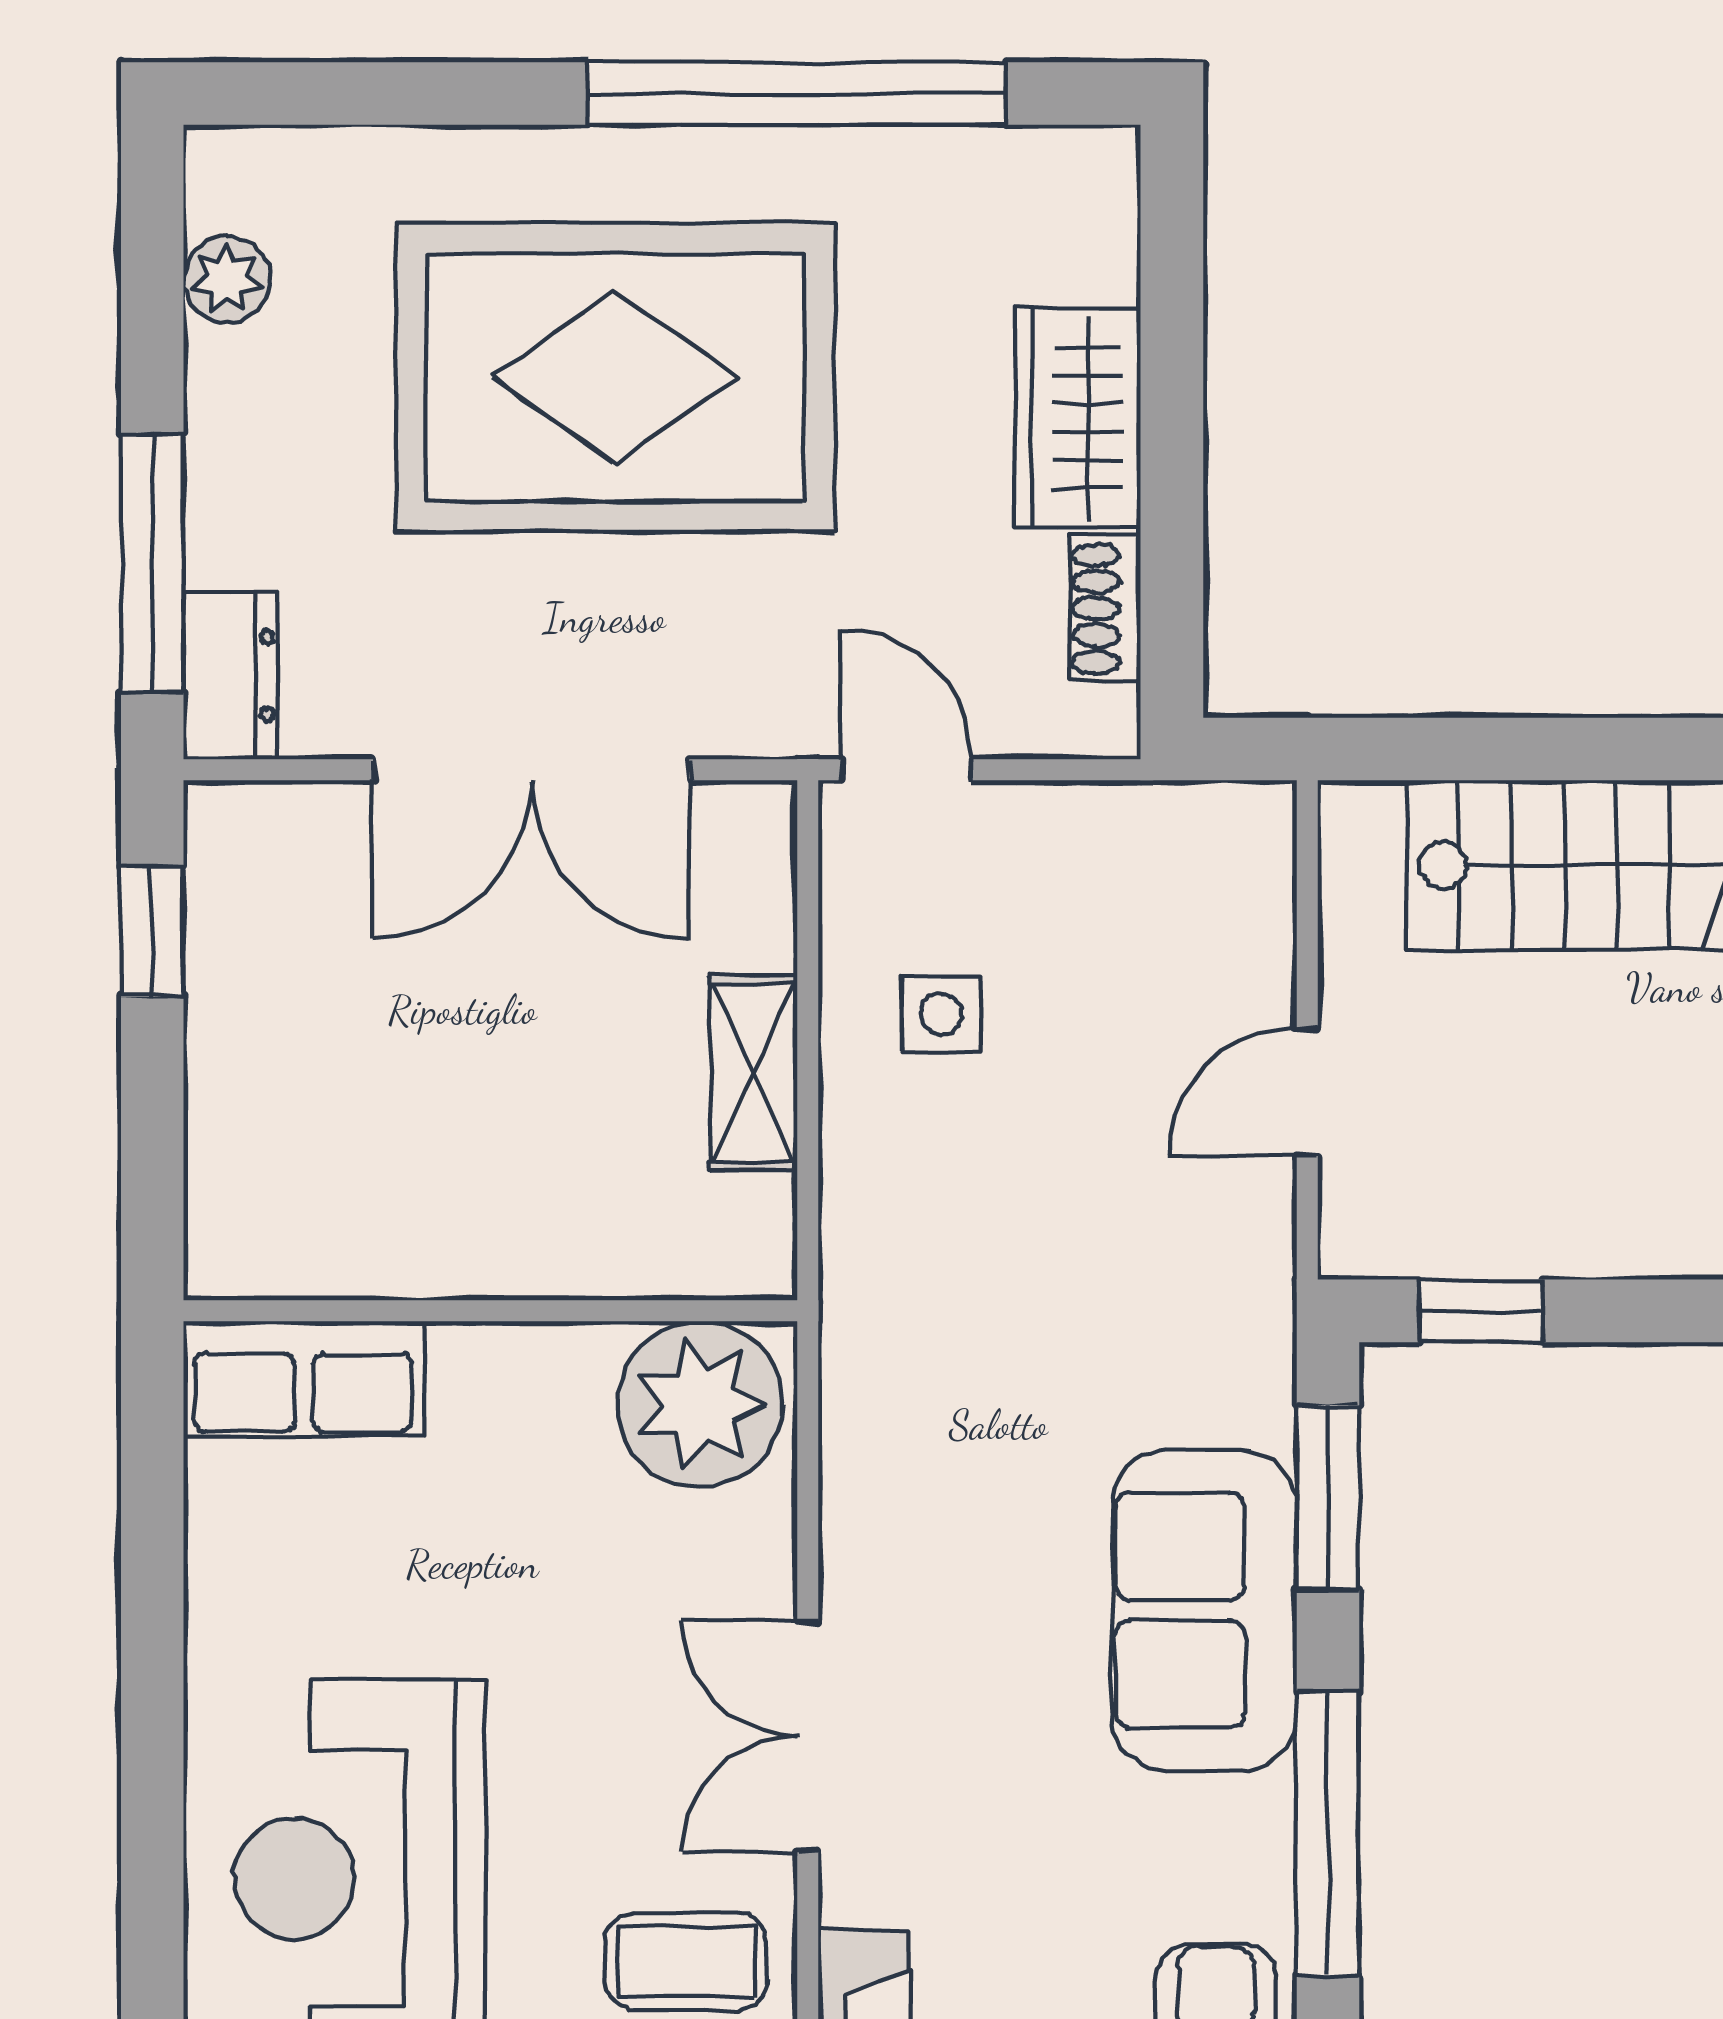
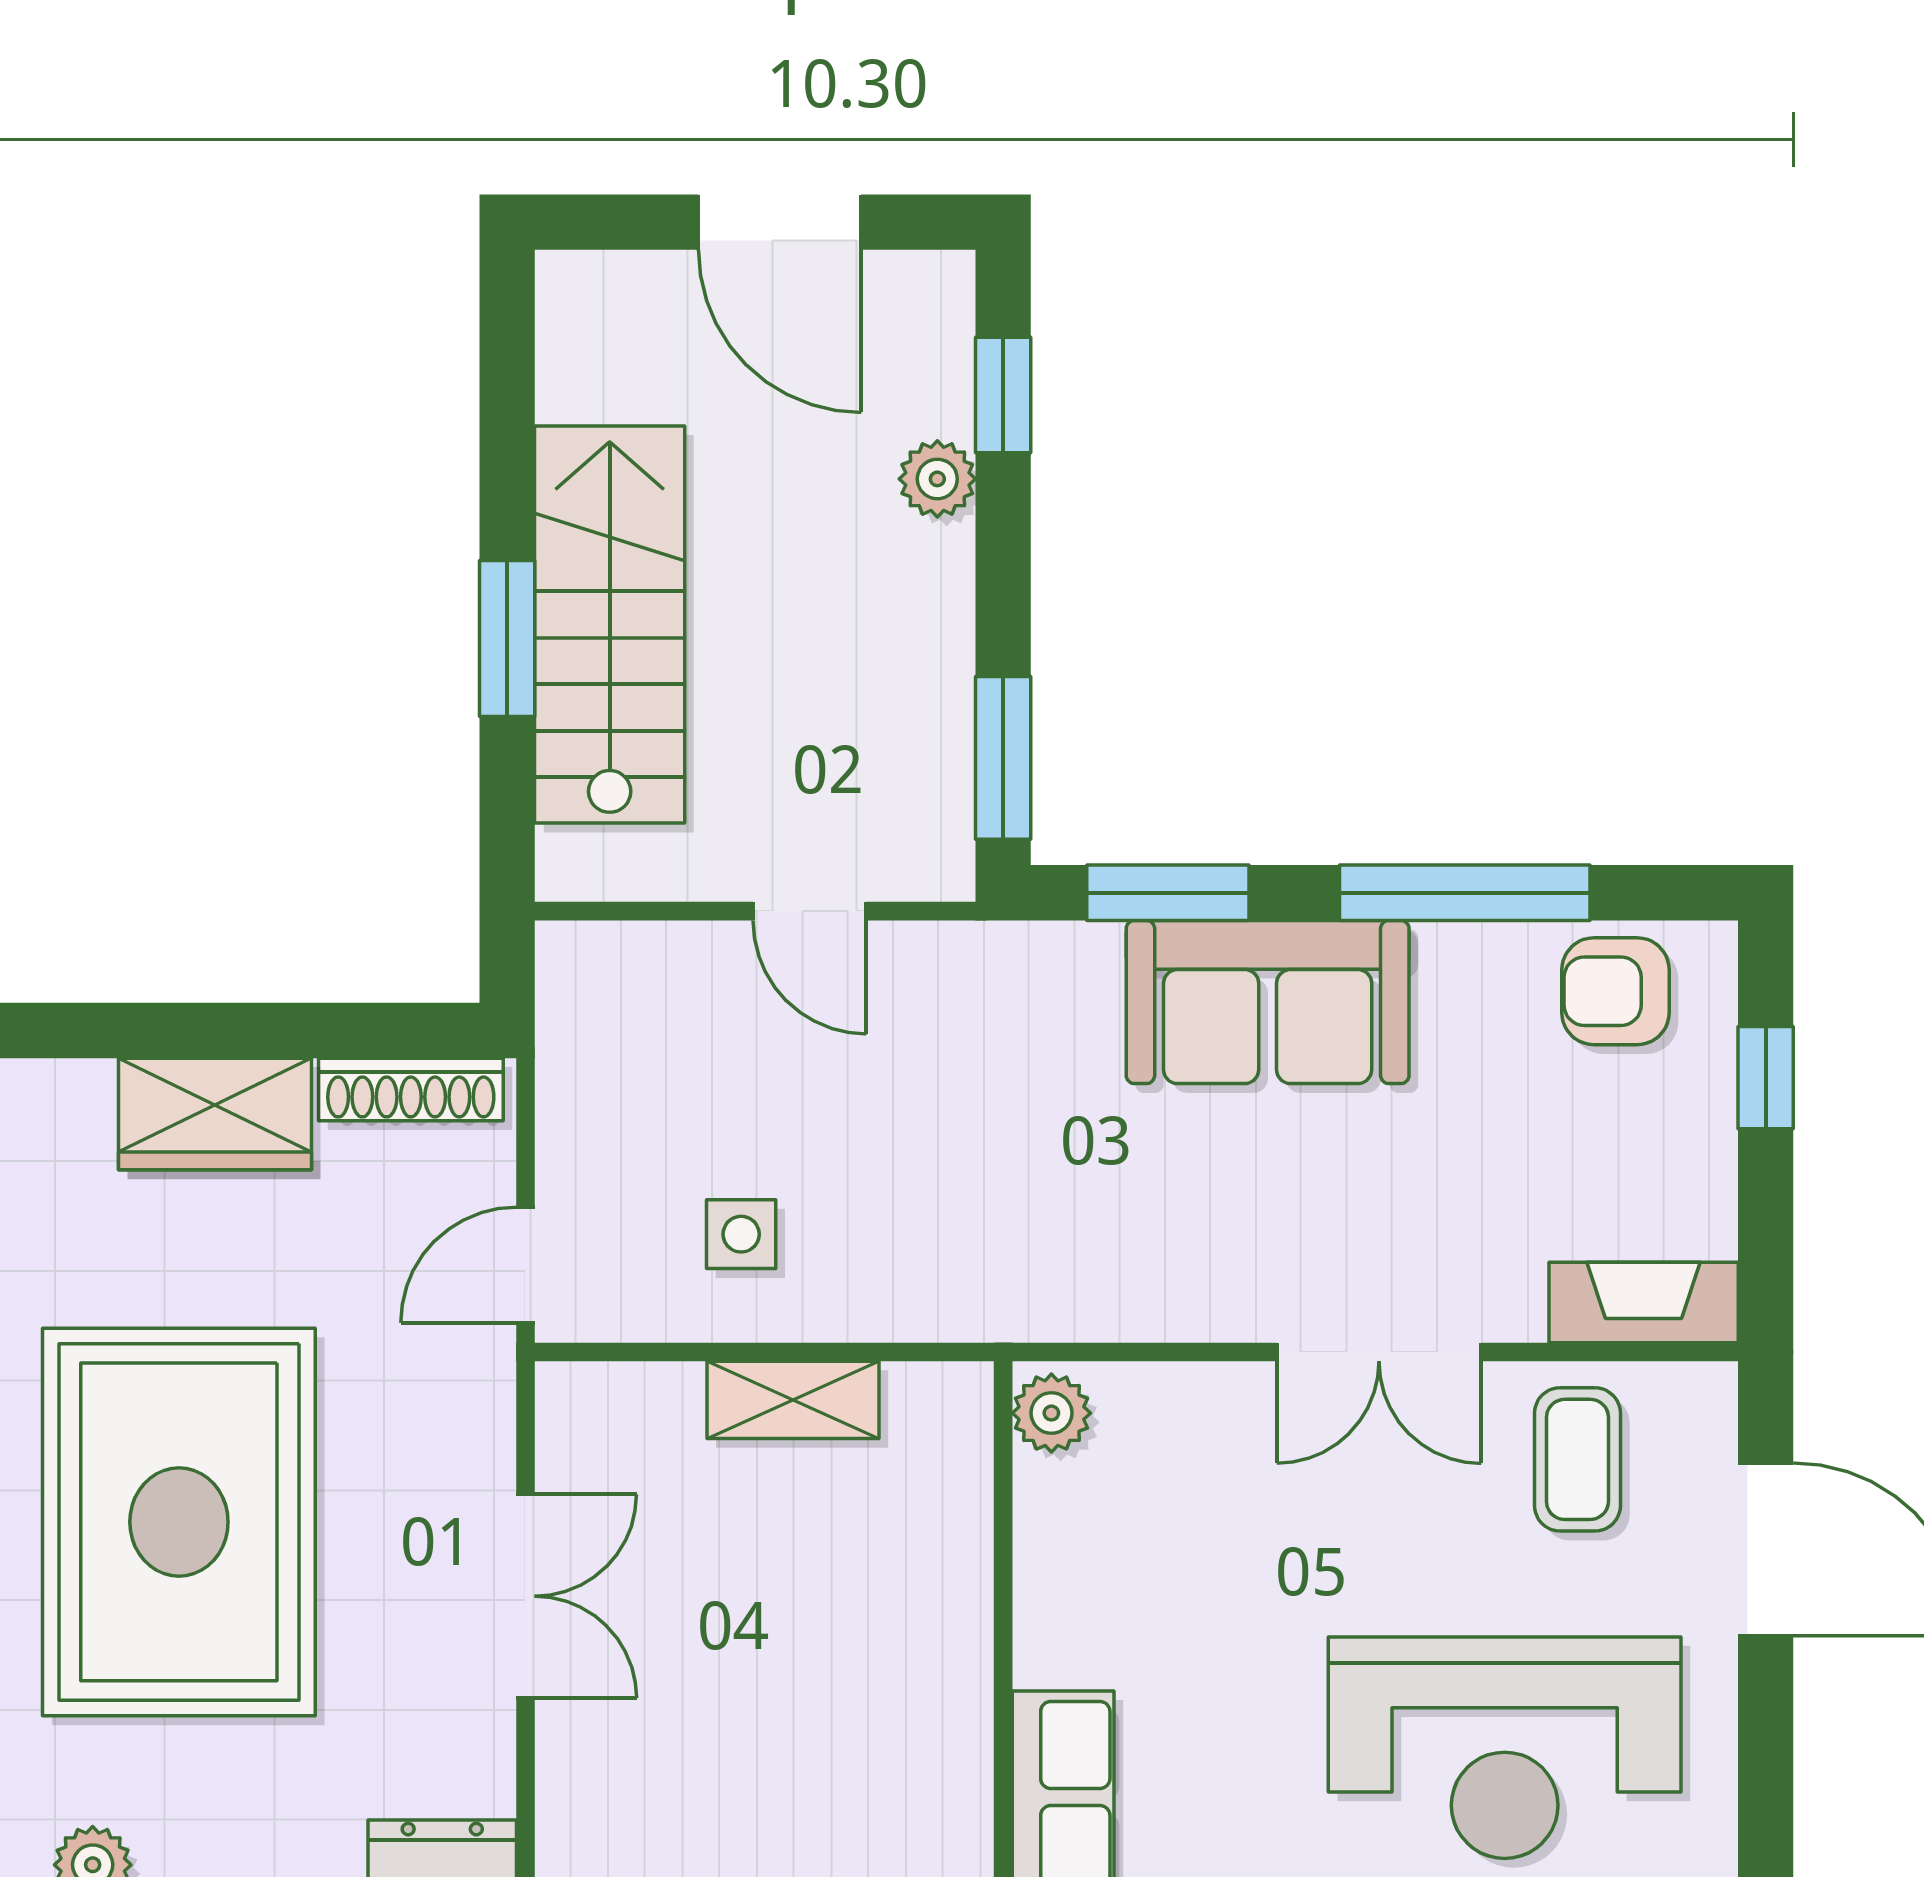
shoe rack: (1105, 609) -> (411, 1089), width x1.43
window: (1616, 749) -> (507, 638), added
double door: (531, 770) -> (525, 1596), width x0.73
window: (1481, 1311) -> (1003, 758), width x1.50
plant: (700, 1404) -> (1051, 1413), width x0.53, depth x0.53

